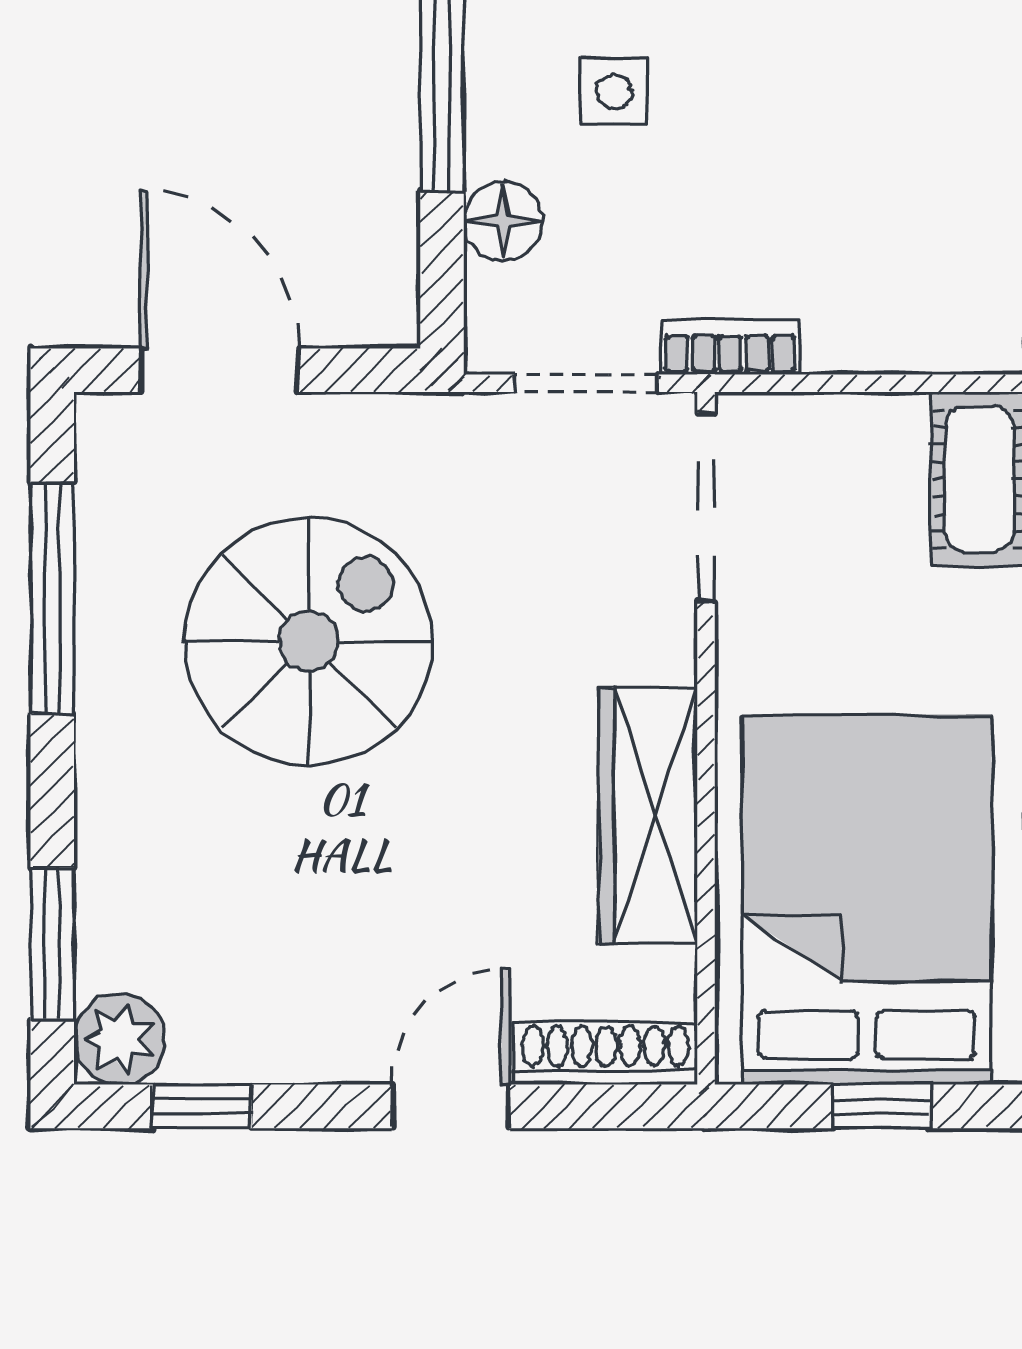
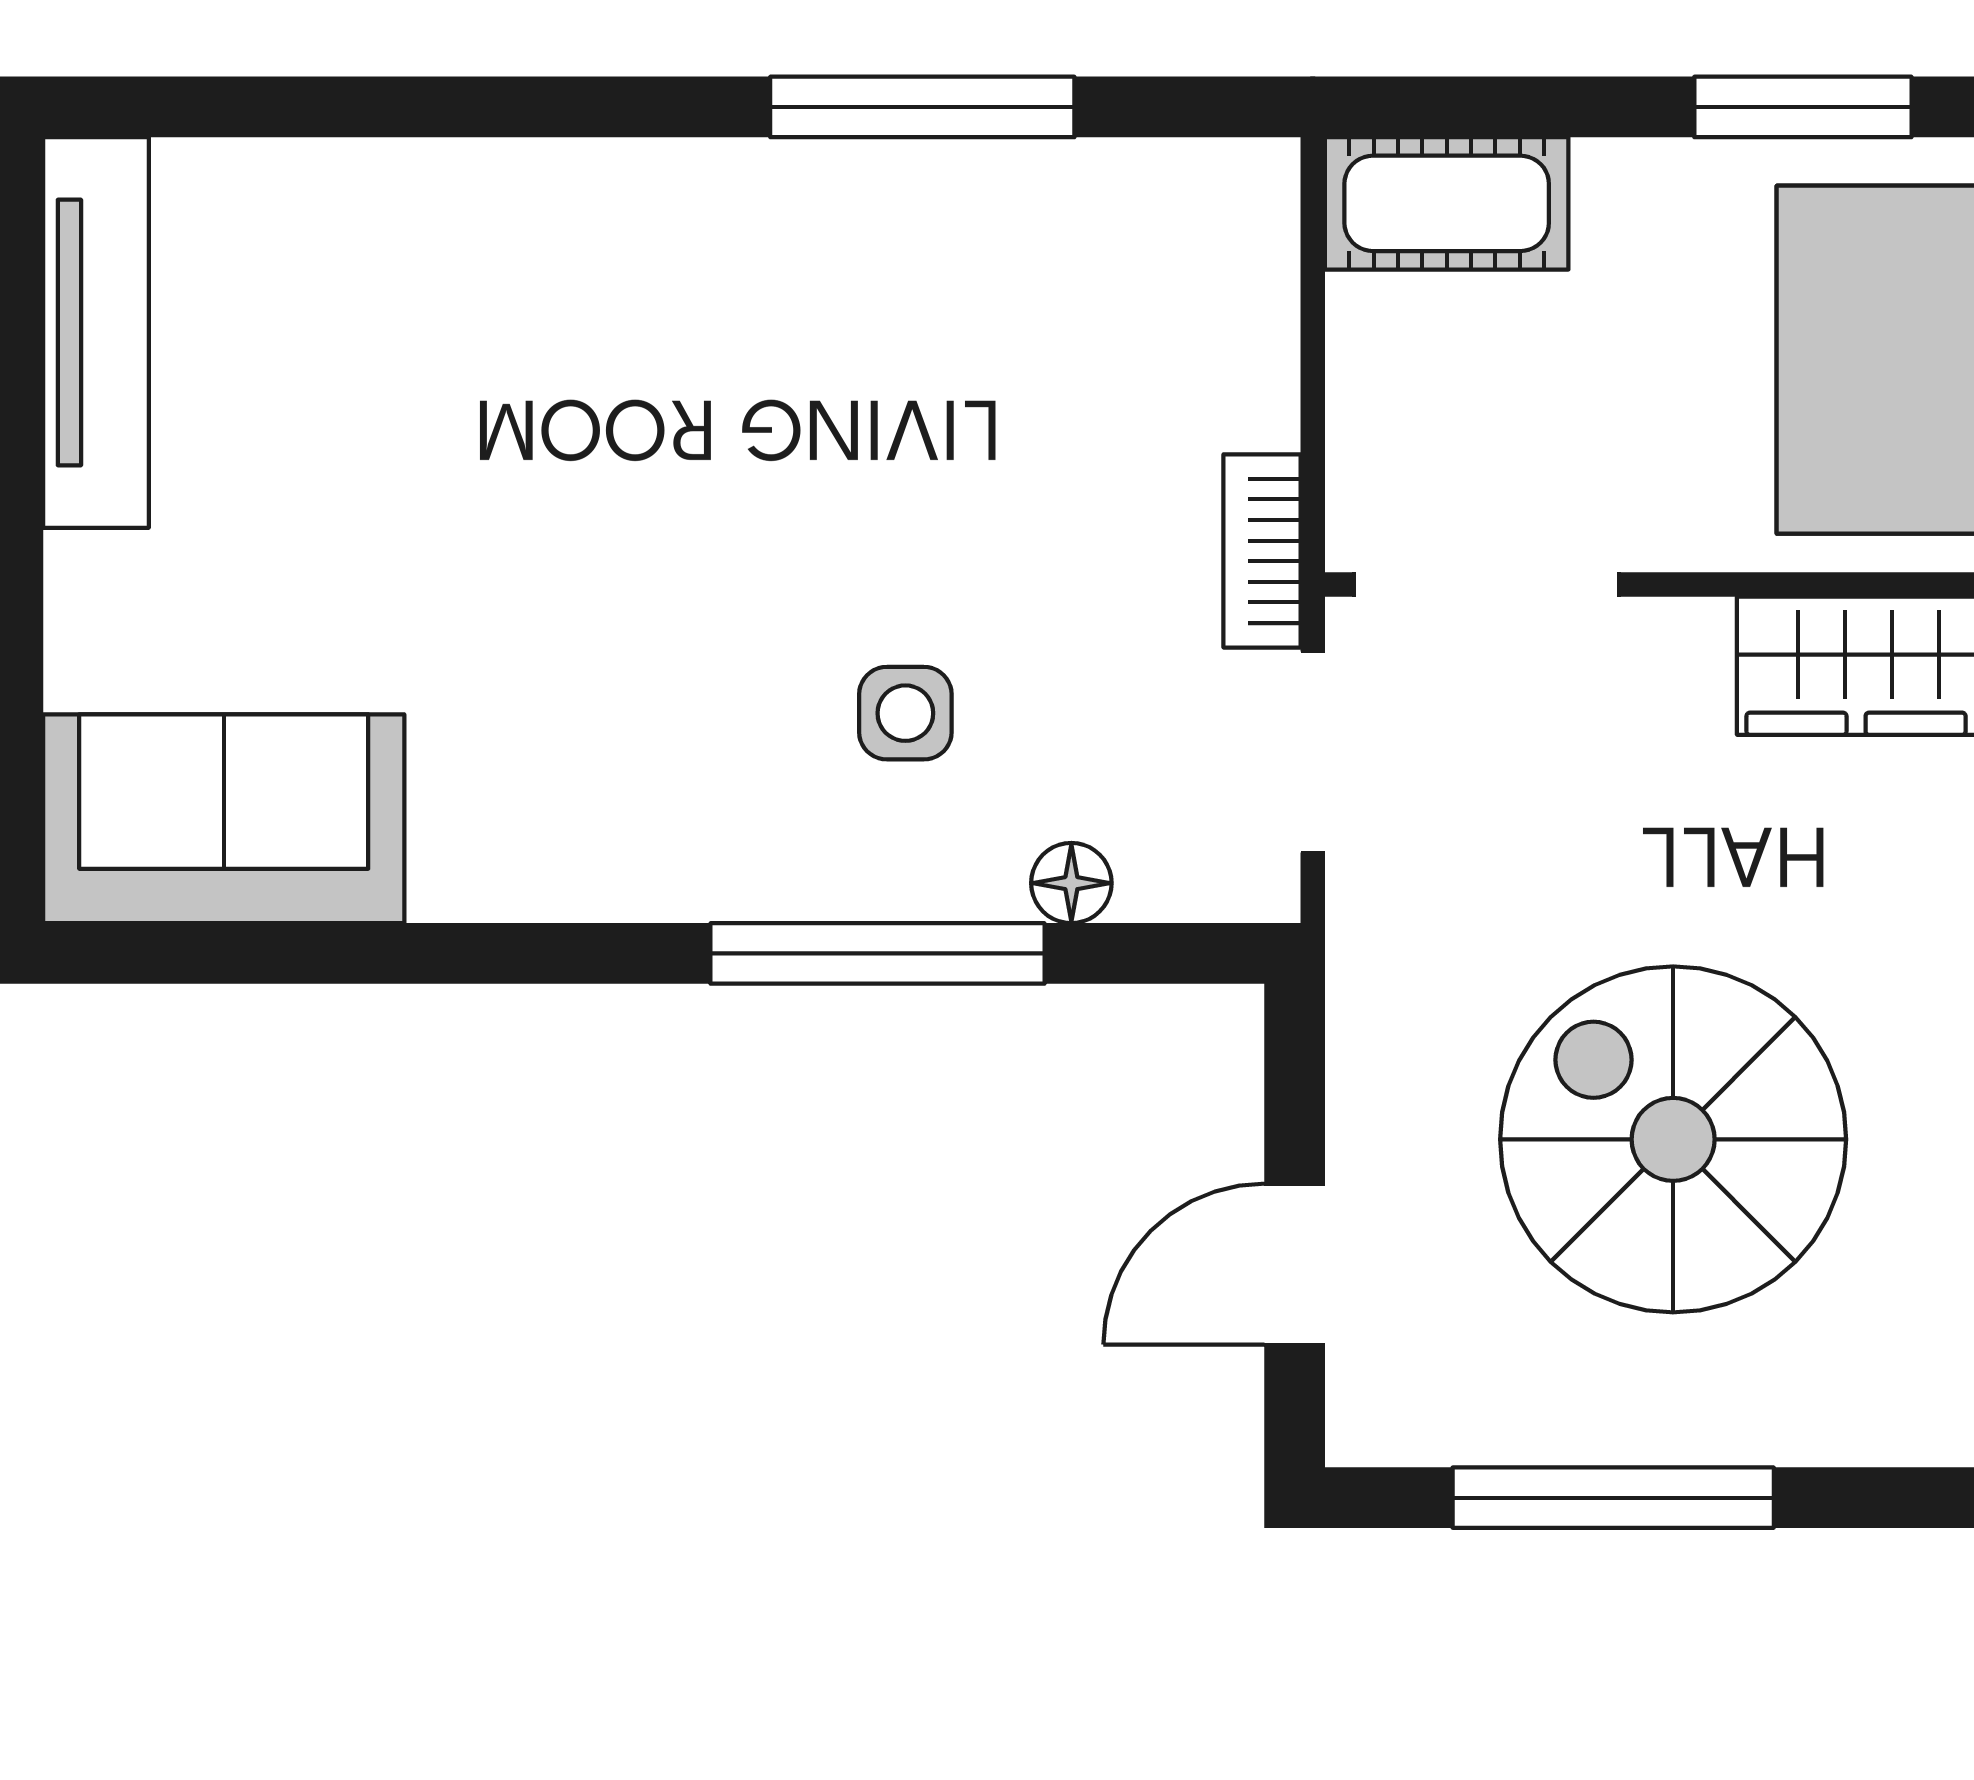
floor lamp: (503, 221) -> (1071, 883), width x0.73, depth x0.73
door: (219, 370) -> (1295, 1264), width x0.73

